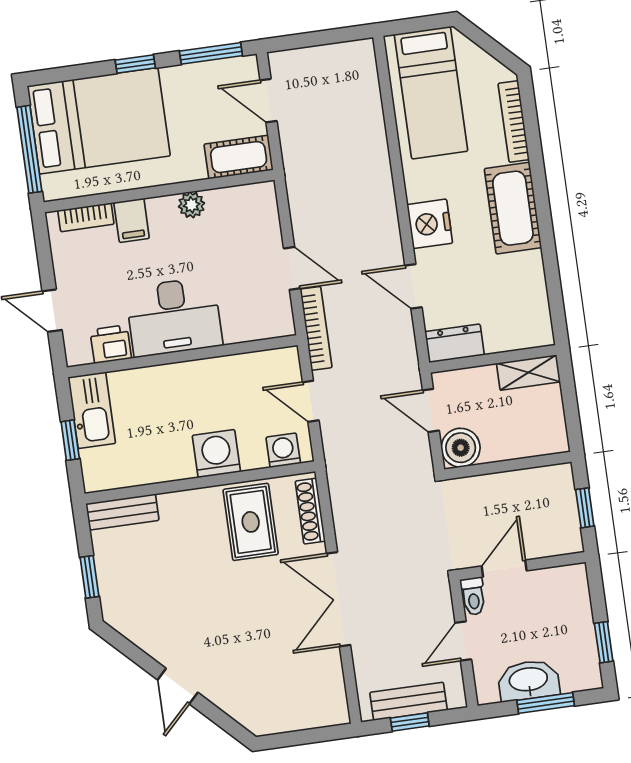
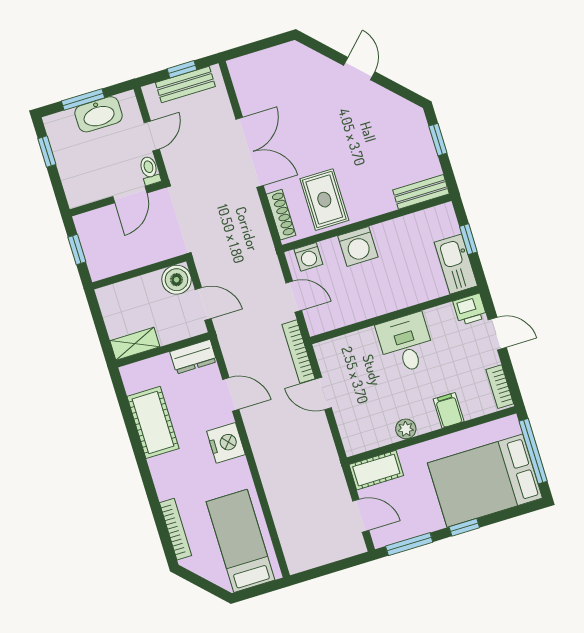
cot: (513, 208) -> (153, 422), moved
bookcase: (86, 217) -> (500, 387), moved, turned -90
desk: (174, 317) -> (406, 343), width x0.73
printer: (111, 344) -> (470, 309), moved

